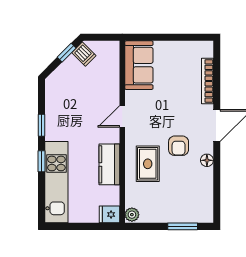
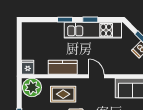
kitchen unit: (56, 182) -> (93, 30), moved
plant: (132, 215) -> (32, 87), width x1.88, depth x1.88

